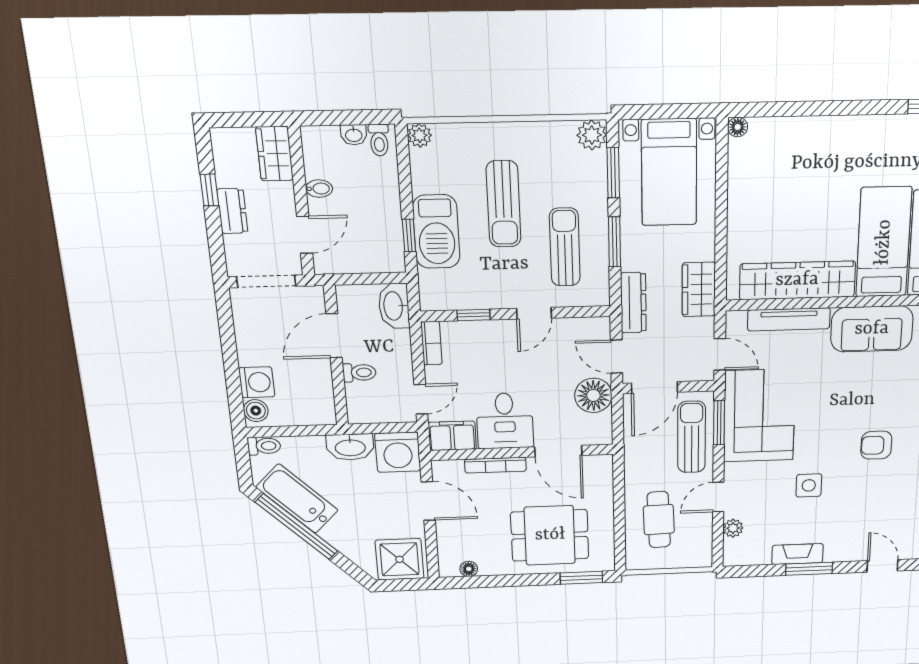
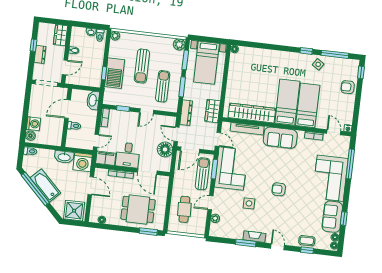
bathtub: (297, 499) -> (45, 185), moved
fireplace: (797, 554) -> (254, 237), moved

